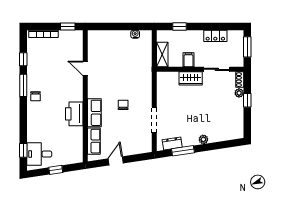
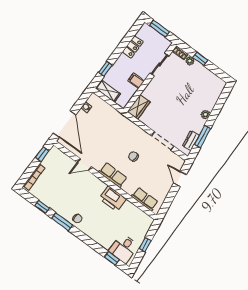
door: (107, 26) -> (65, 124), added
shelving: (162, 55) -> (108, 91), moved
wardrobe: (191, 78) -> (139, 107), moved
row of seats: (94, 113) -> (113, 175), moved
door: (116, 161) -> (180, 179), moved

